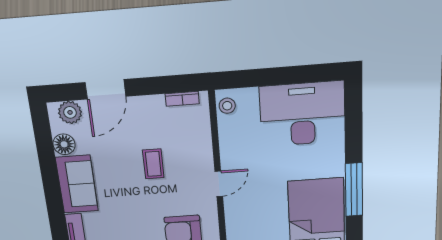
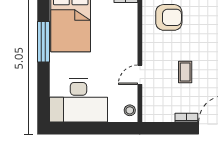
bookcase: (182, 99) -> (186, 118), moved
door: (219, 184) -> (140, 75), moved

